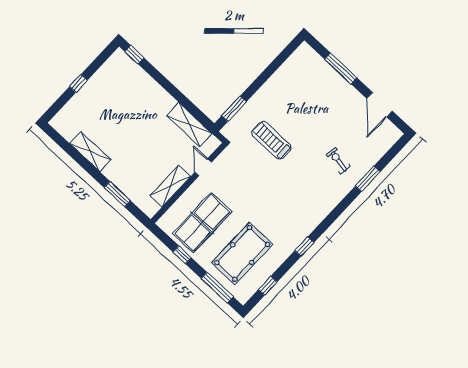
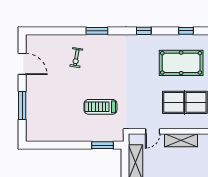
door: (380, 105) -> (22, 64), hinge flipped
treadmill: (271, 140) -> (100, 107), turned 90
window: (368, 179) -> (97, 31), moved

